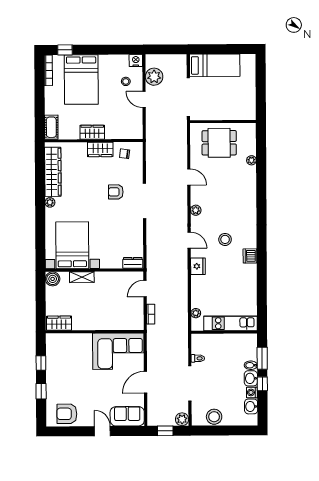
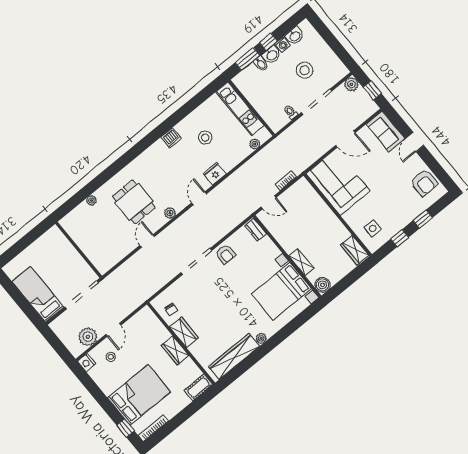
dining table: (219, 143) -> (134, 202), moved
armchair: (116, 192) -> (225, 254), moved
stool: (225, 239) -> (205, 138), moved
side table: (64, 349) -> (373, 228), added
stool: (214, 417) -> (305, 70), moved

